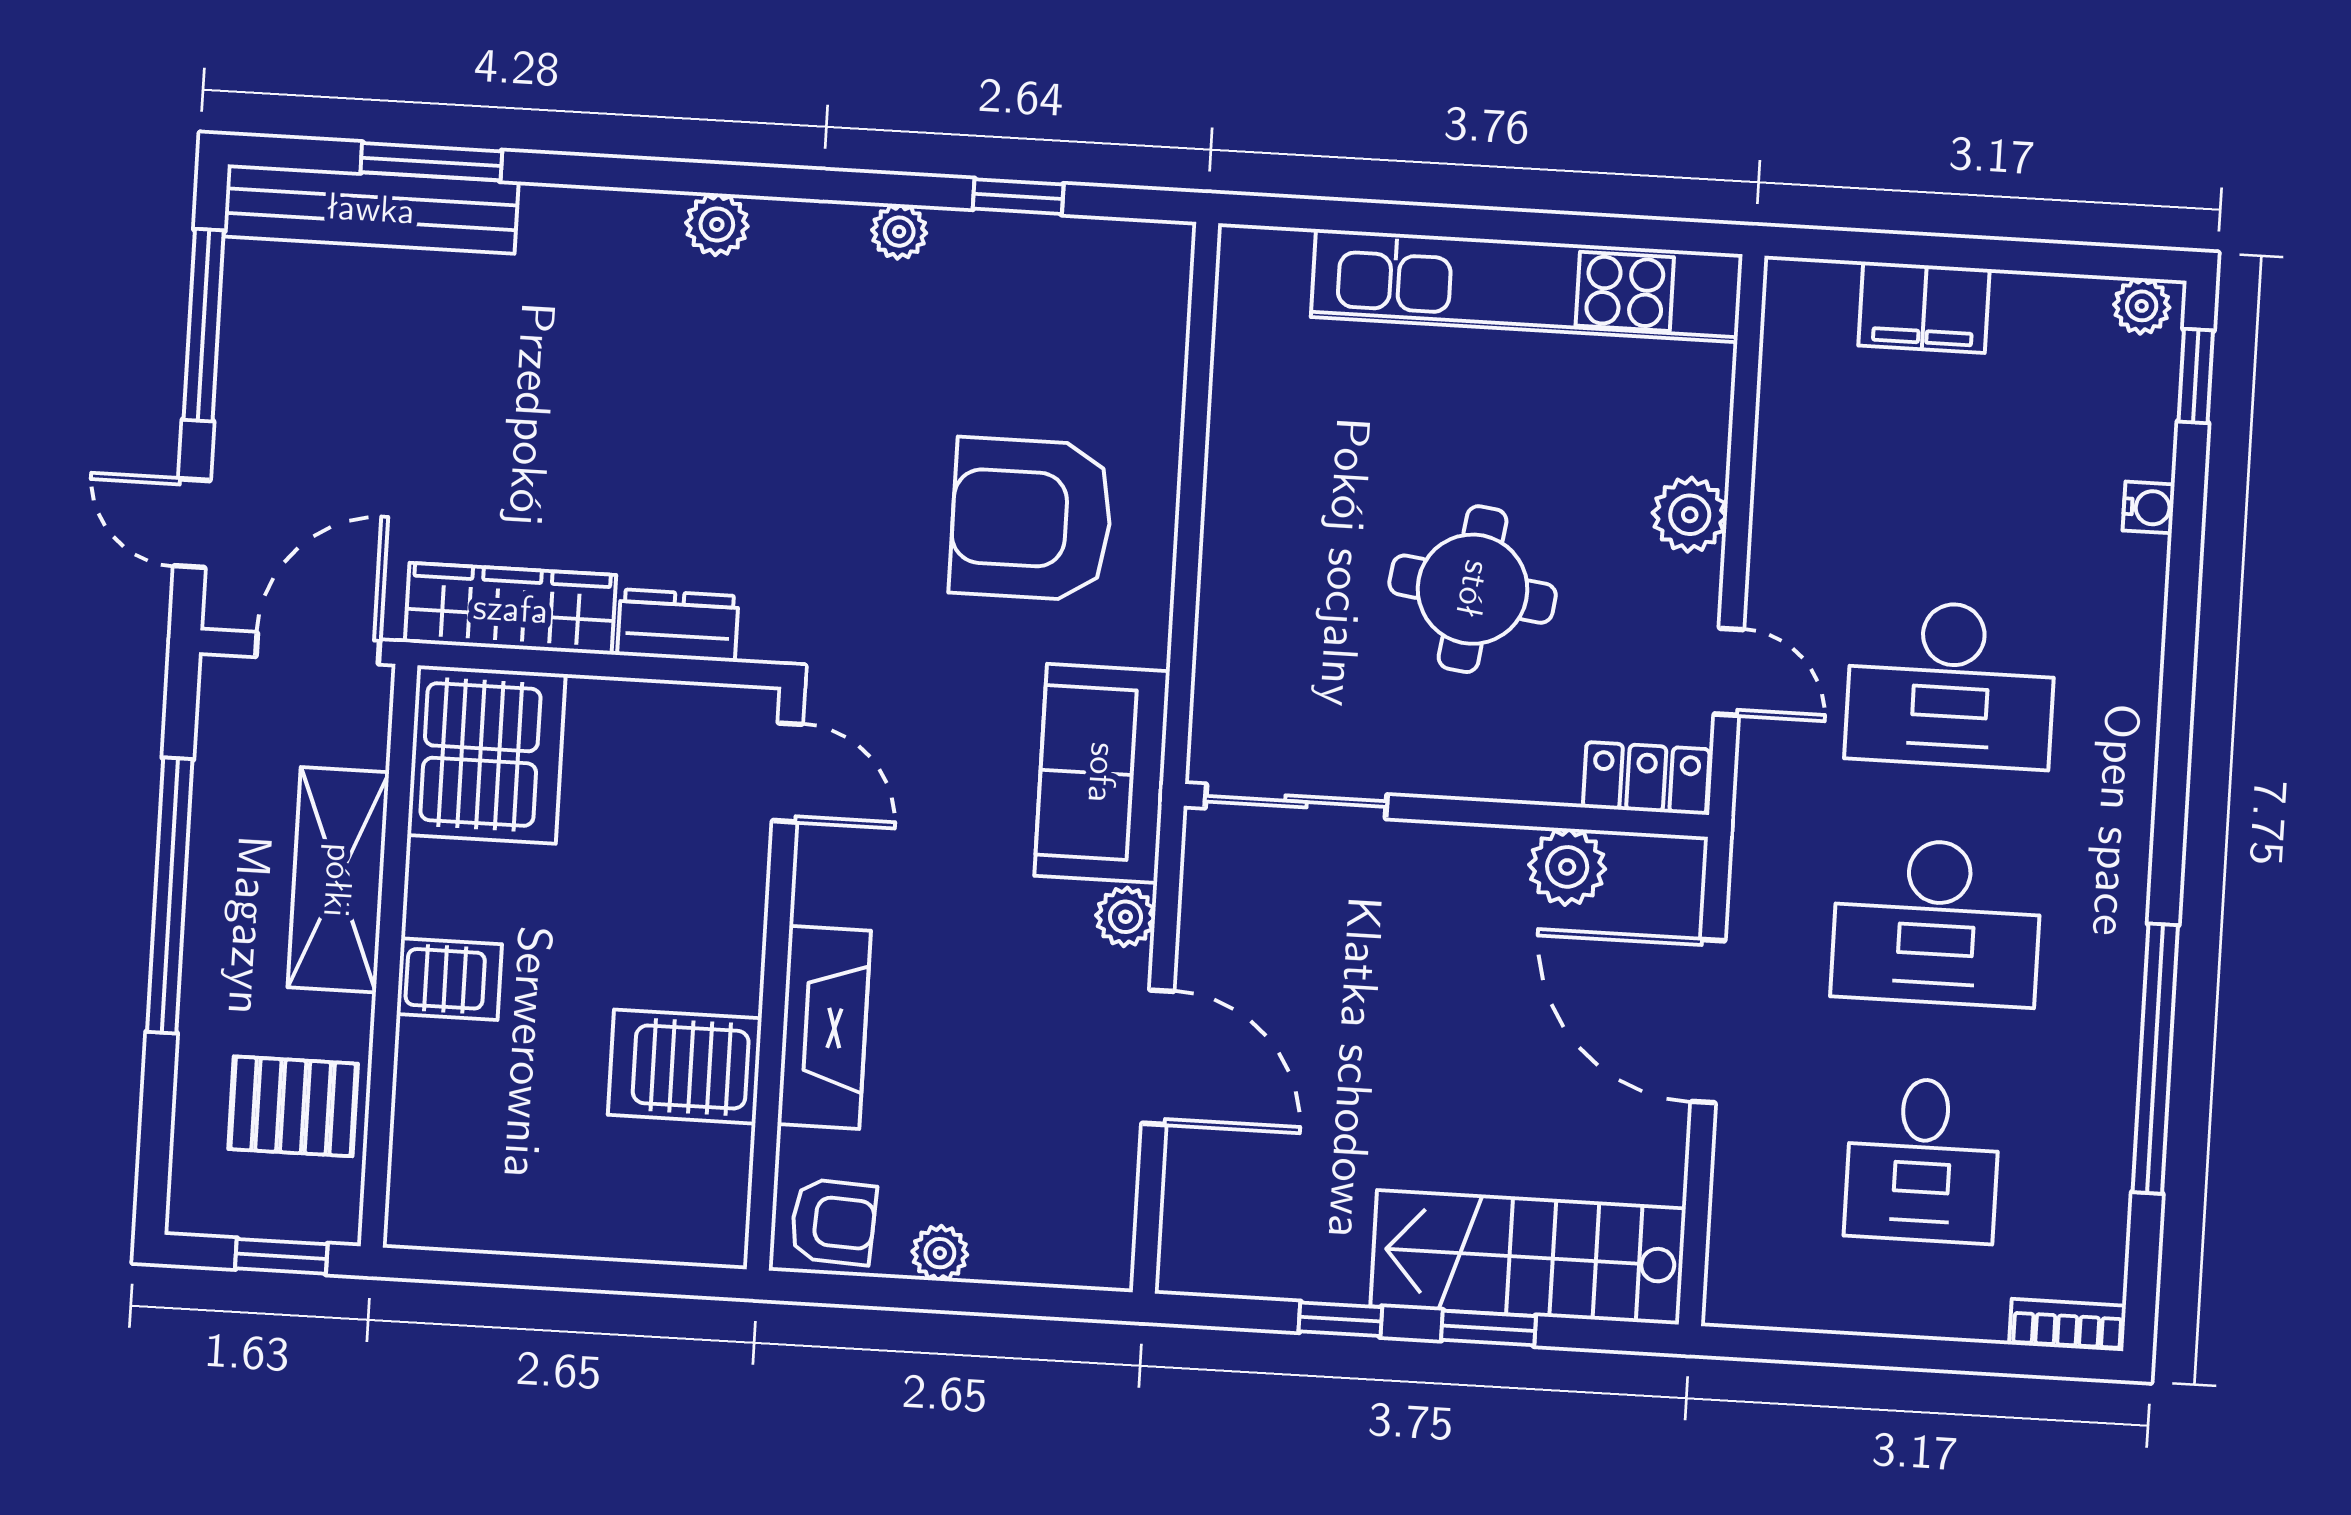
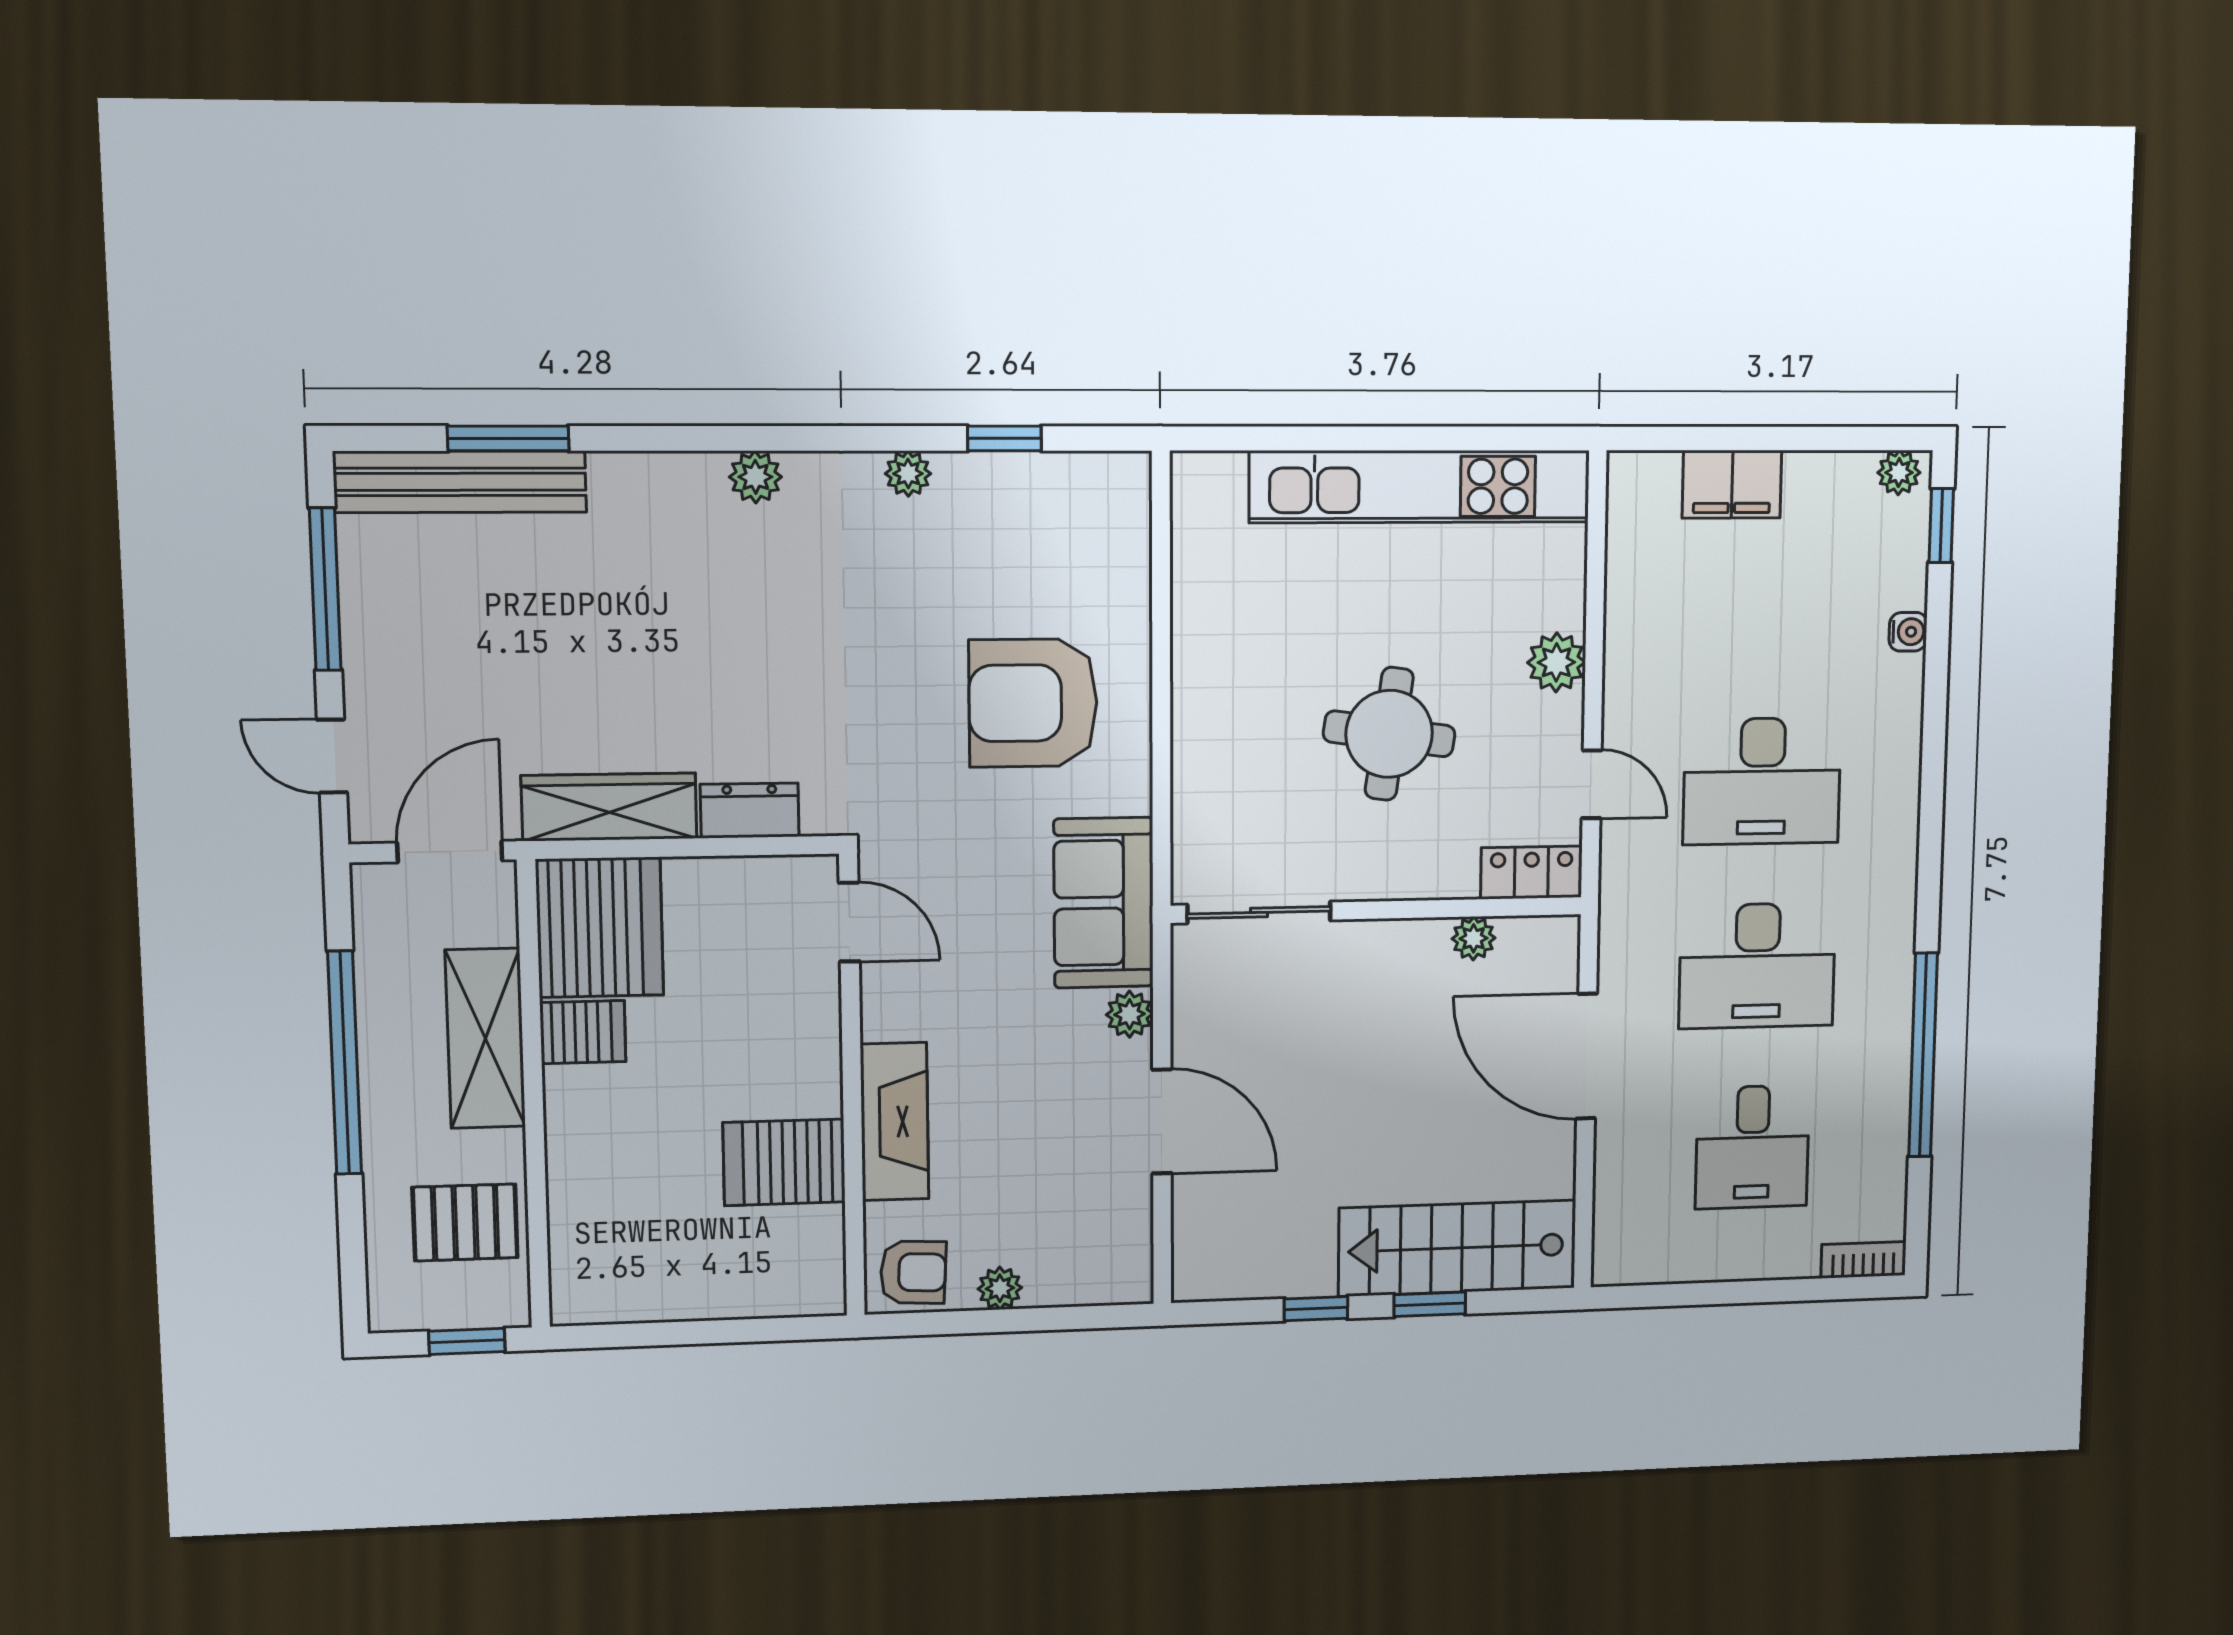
plant: (1567, 867) -> (1474, 938), width x0.73, depth x0.73
server rack: (449, 979) -> (583, 1032), moved

